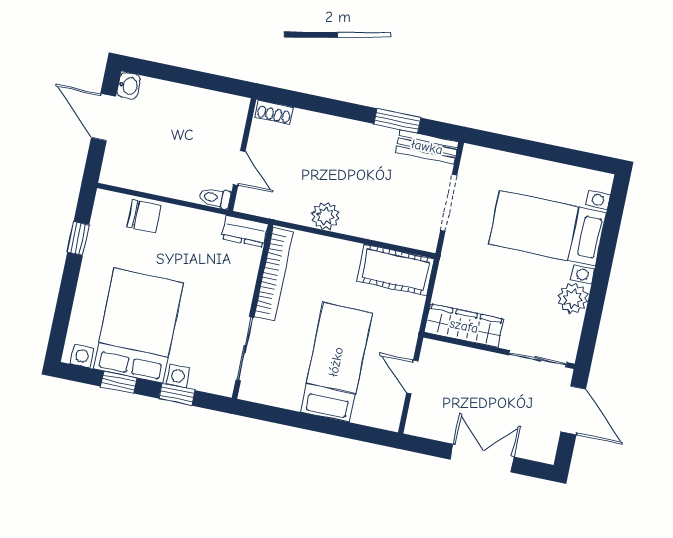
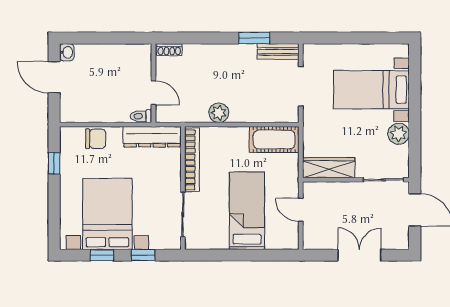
dresser: (245, 231) -> (152, 137), width x1.96, depth x1.24

